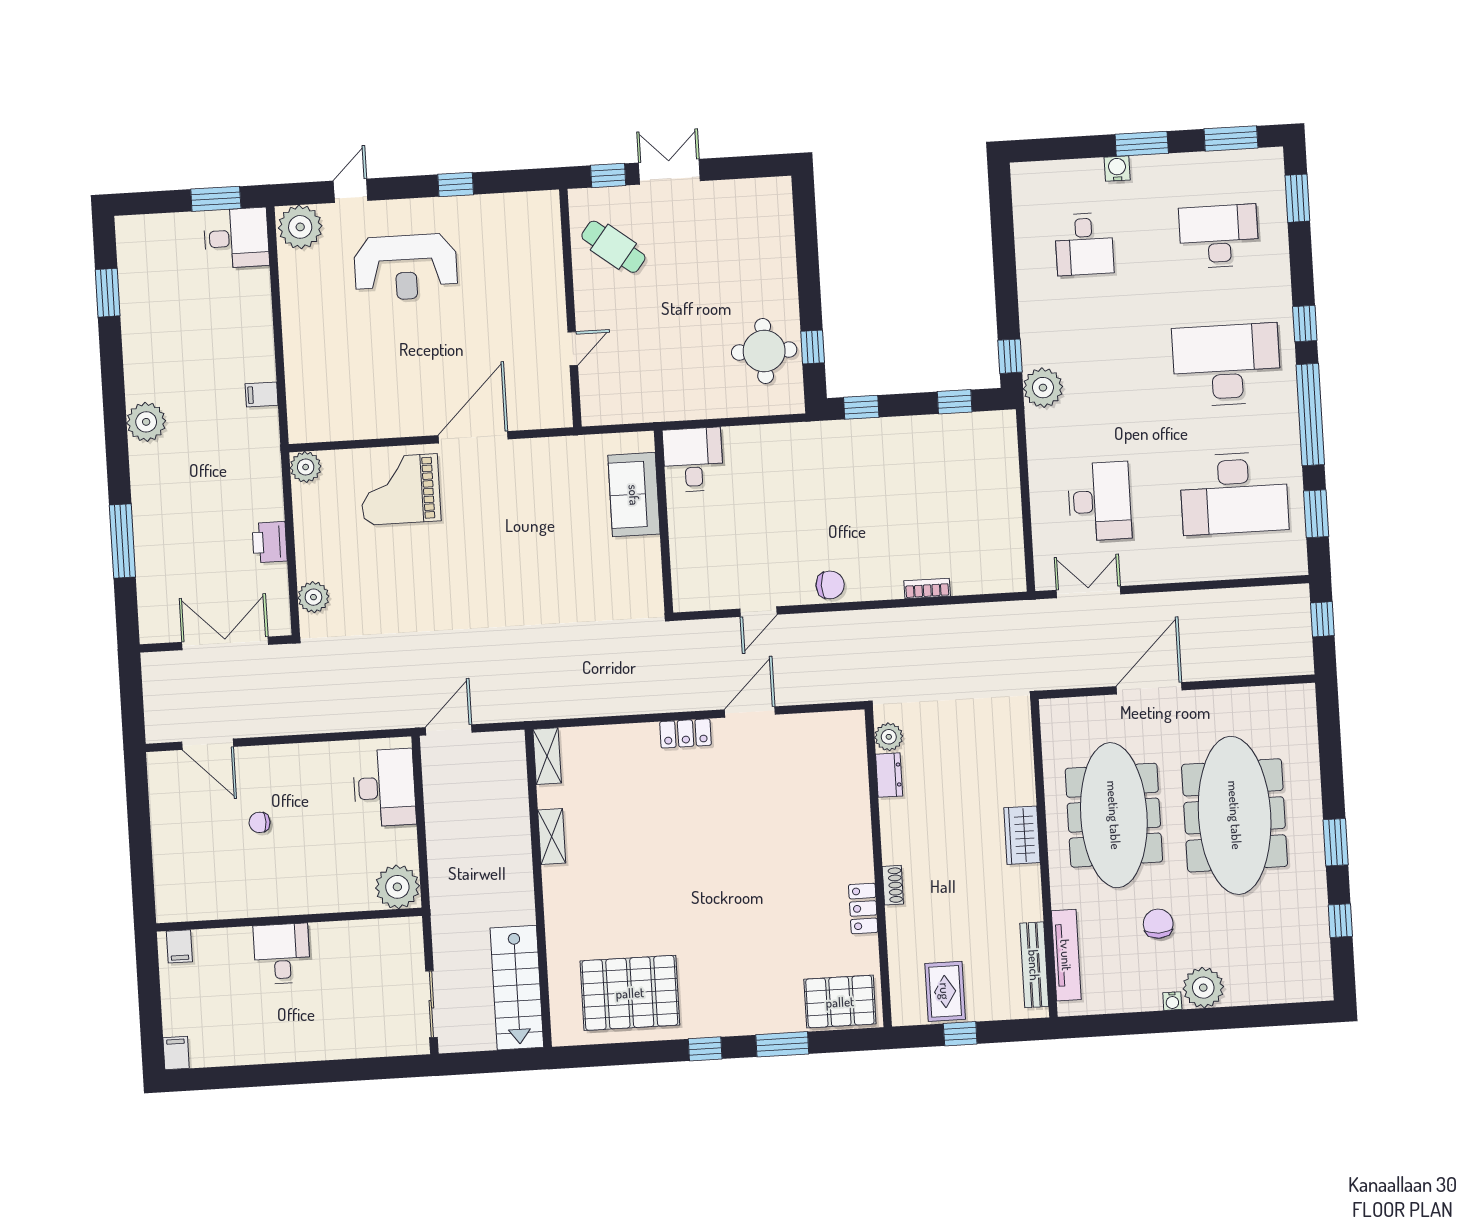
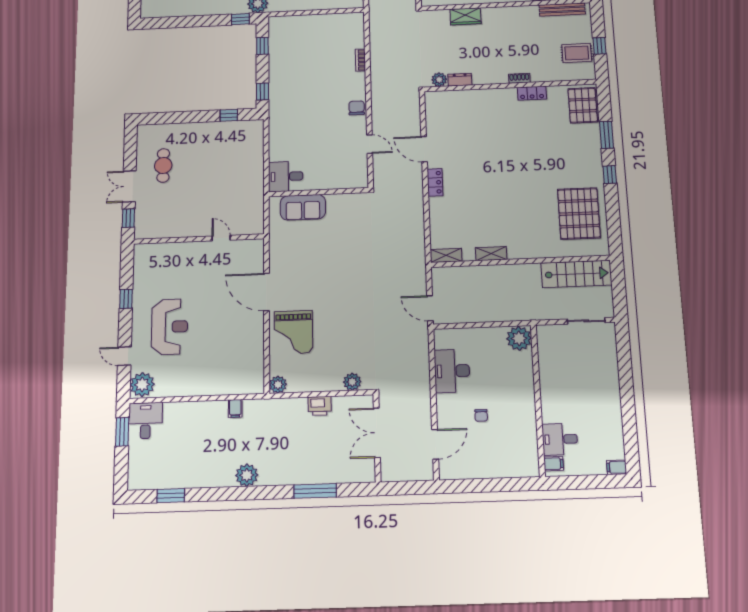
cafe table: (613, 247) -> (163, 165), moved, turned -38
round table: (764, 351) -> (229, 140), removed
desk: (384, 788) -> (452, 371), moved, turned -90
wardrobe: (1022, 835) -> (465, 16), moved
desk: (282, 954) -> (560, 439), moved

